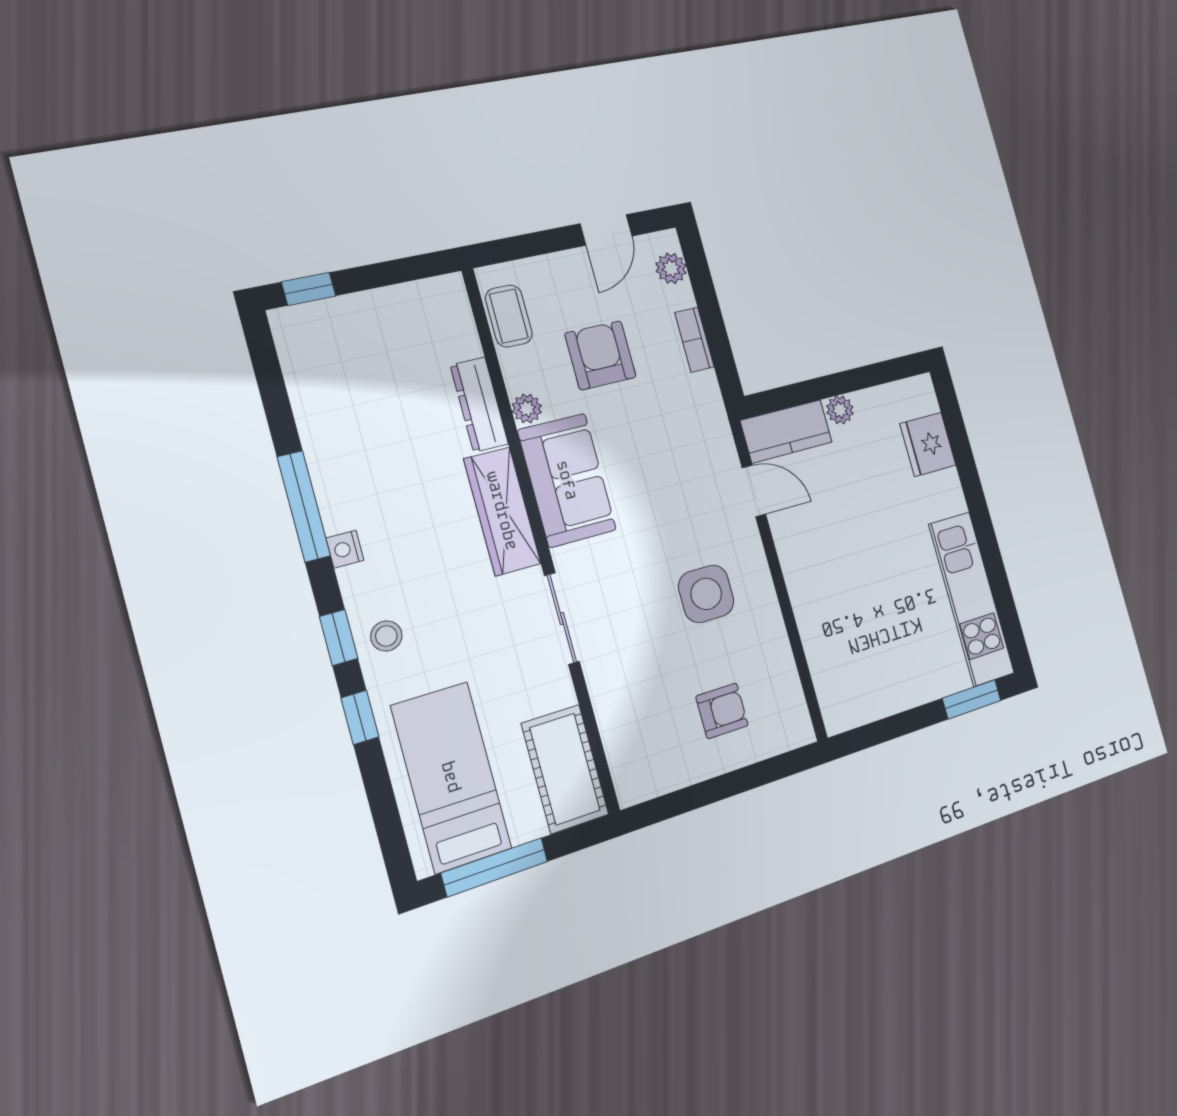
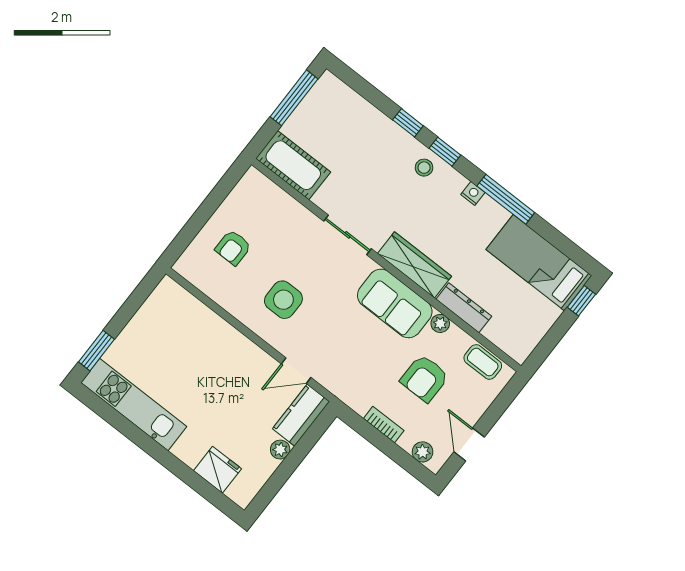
armchair: (600, 355) -> (425, 378), turned 90
bed: (451, 777) -> (539, 263), moved, turned 180

